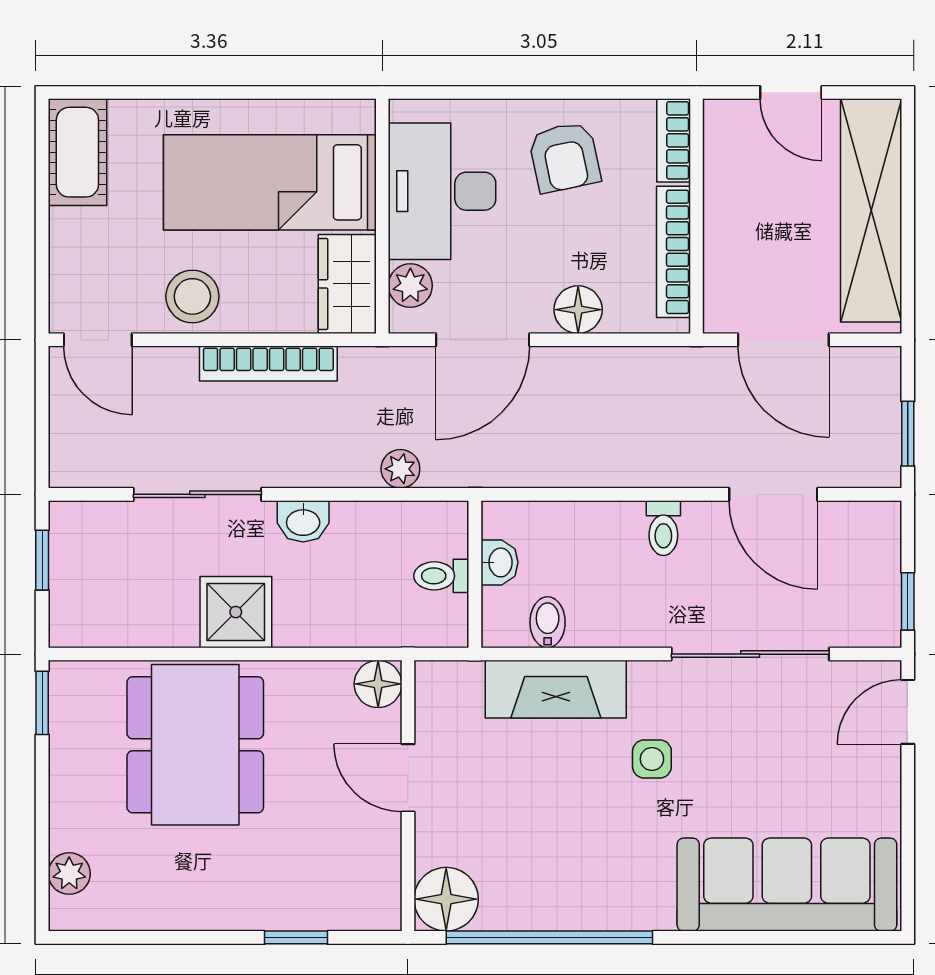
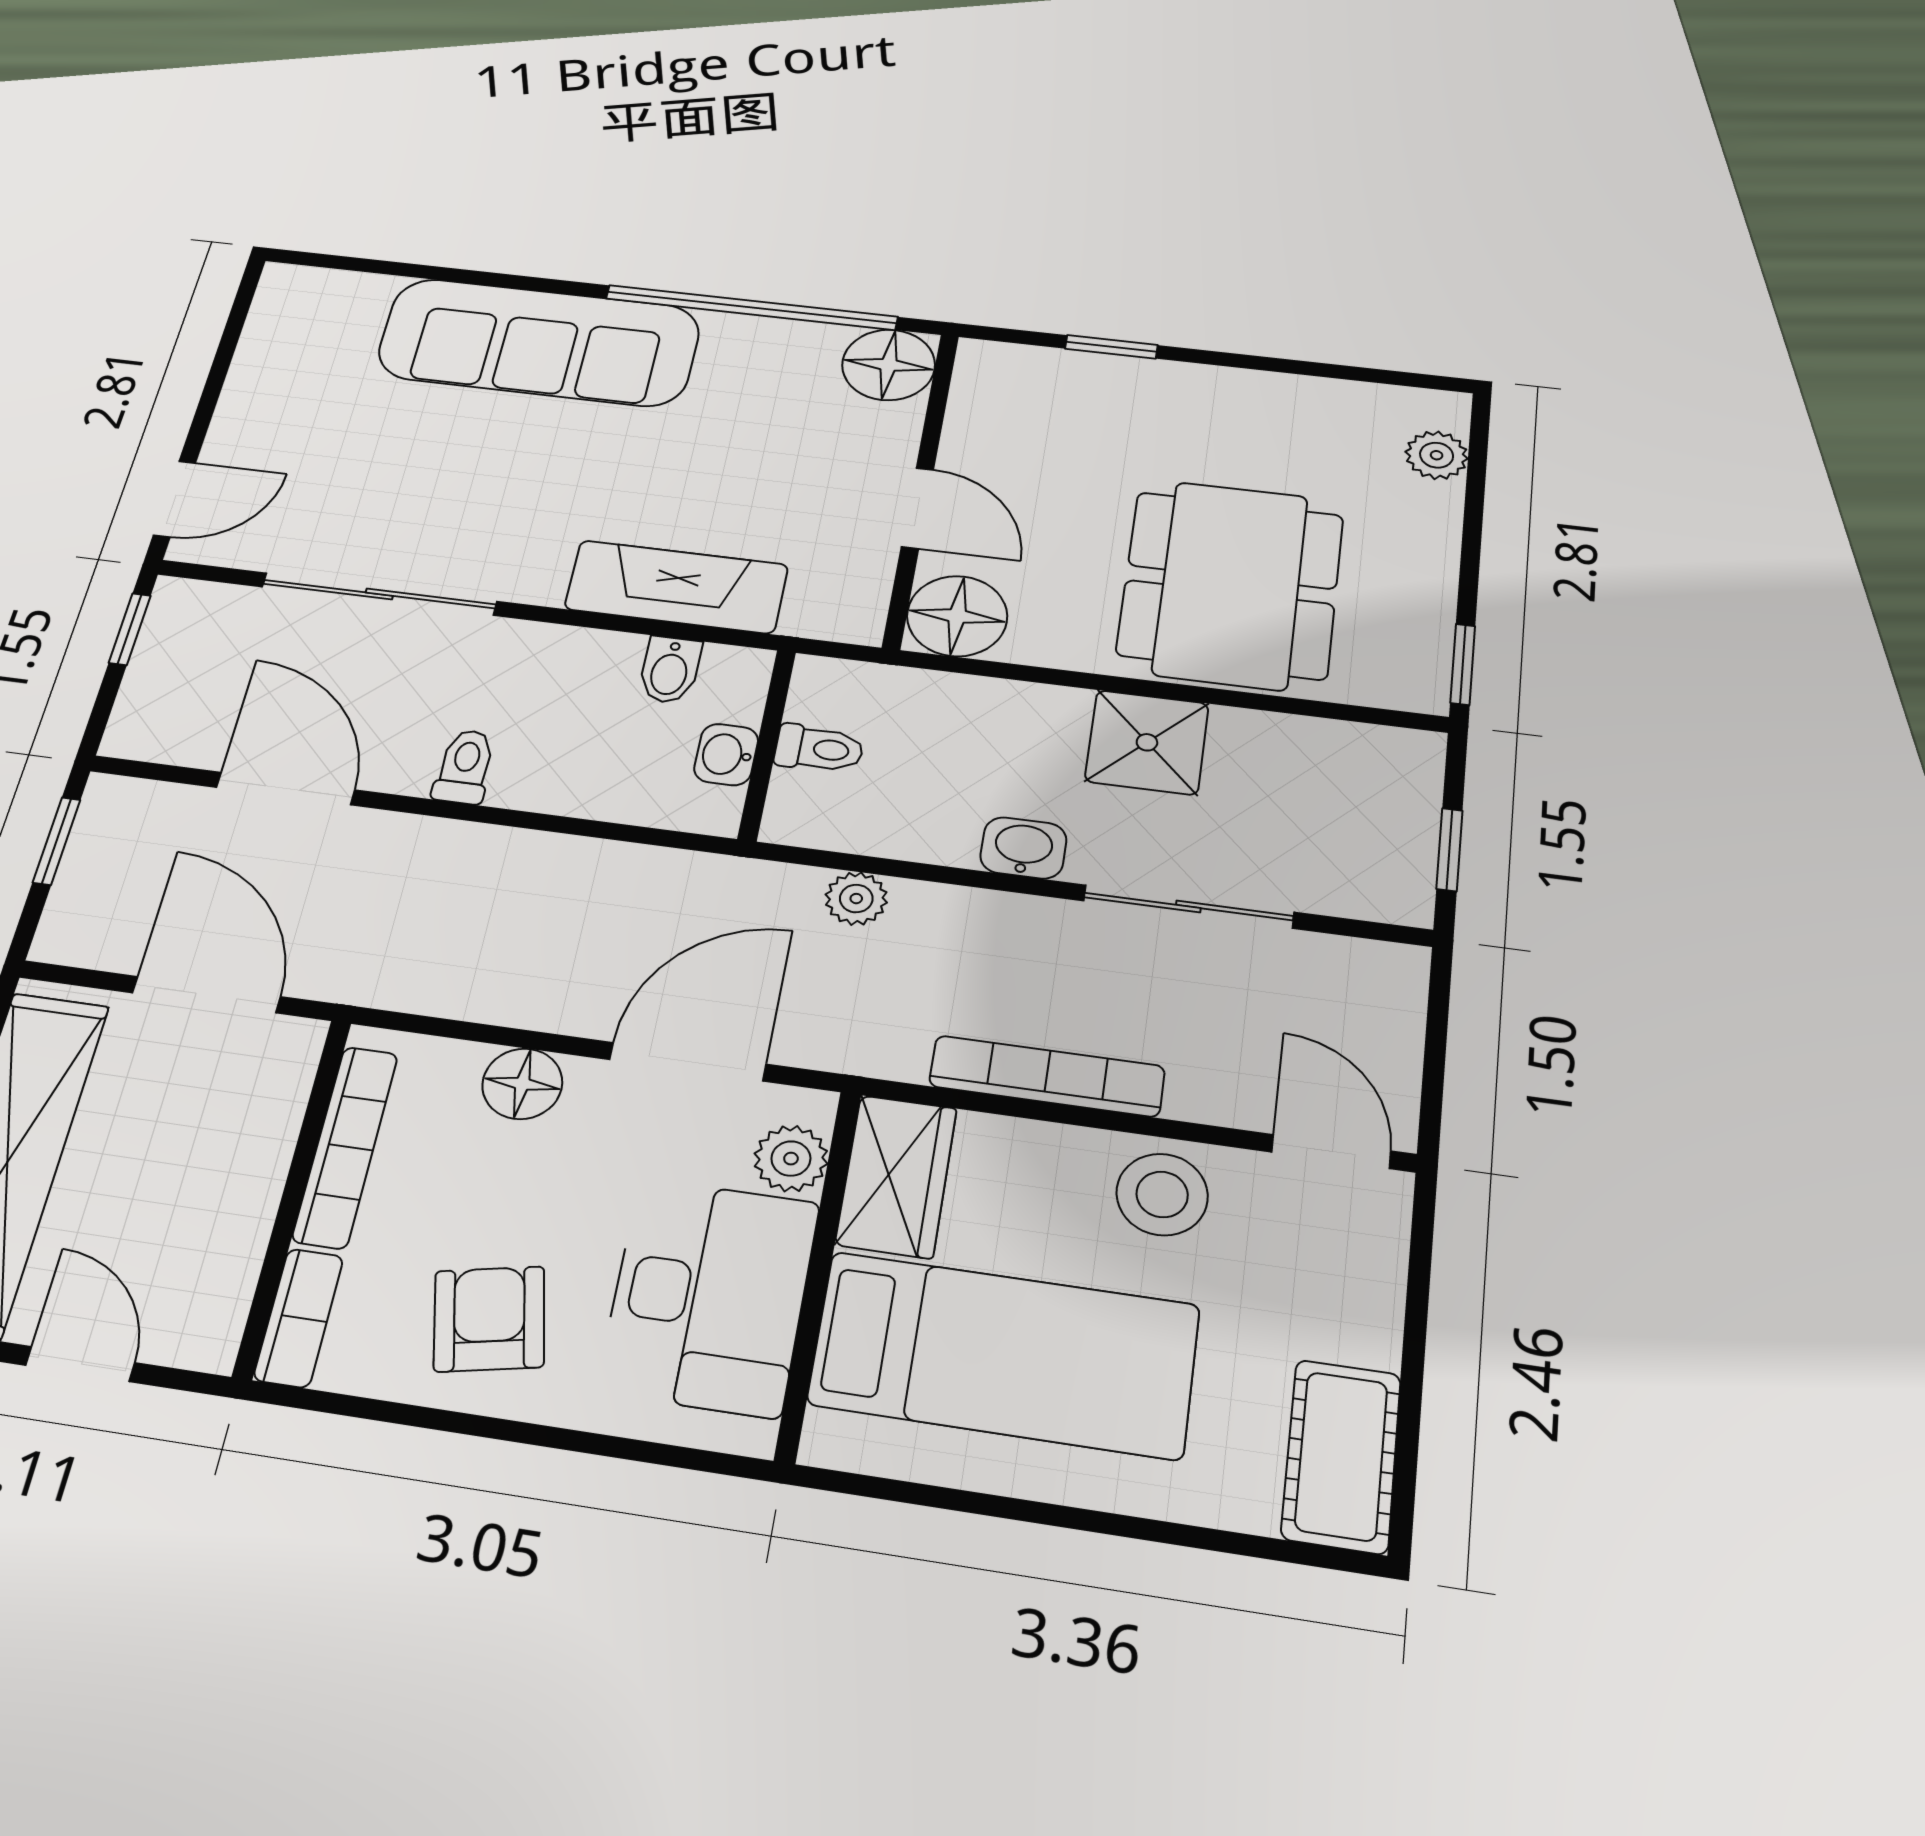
floor lamp: (378, 684) -> (957, 616), width x1.38, depth x1.38
side table: (652, 759) -> (556, 488), removed
sofa: (787, 885) -> (539, 342), moved

